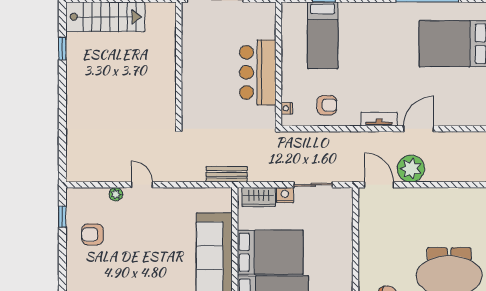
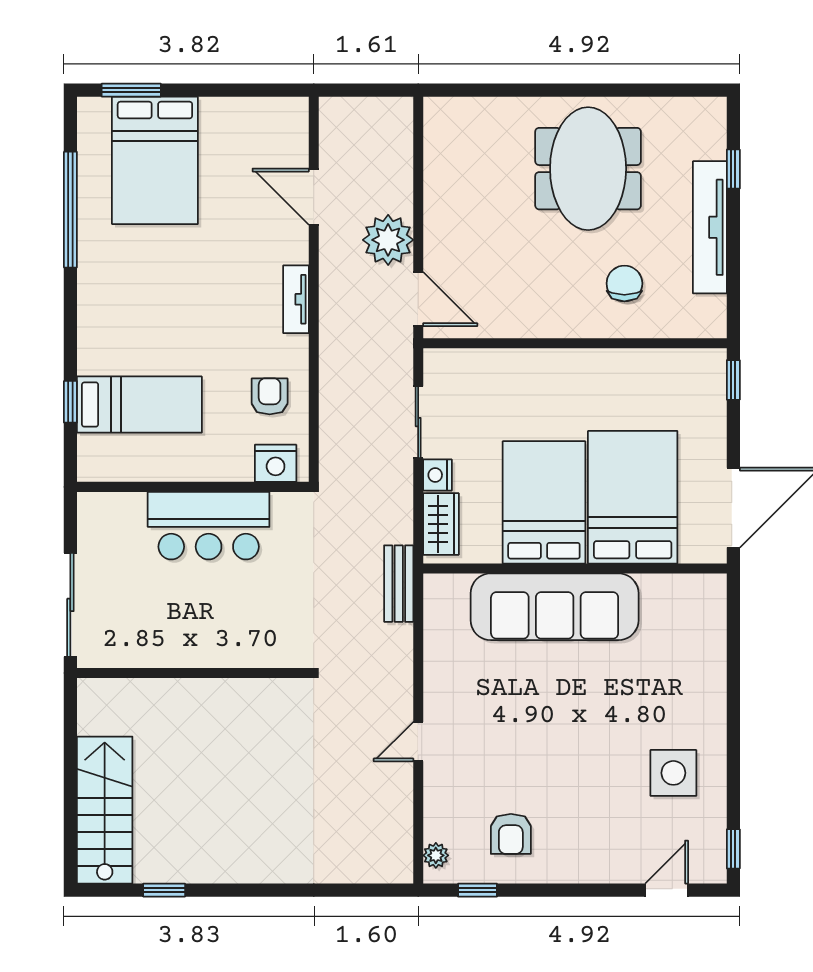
nightstand: (287, 108) -> (276, 463), width x1.89, depth x1.79
door: (419, 129) -> (314, 197), moved
door: (379, 185) -> (418, 299), swing flipped
plant: (116, 194) -> (436, 855), moved

